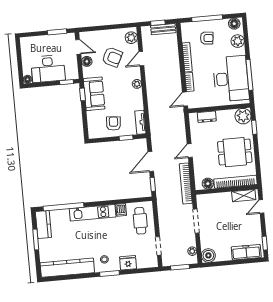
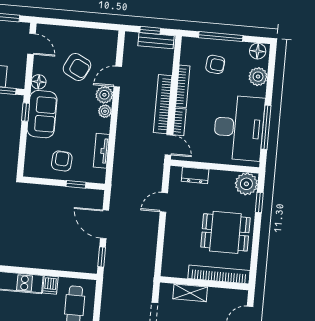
plant: (131, 38) -> (104, 95), moved
floor lamp: (87, 61) -> (39, 82), moved
door: (185, 99) -> (169, 145), swing flipped
tv unit: (140, 122) -> (101, 151), moved
door: (190, 151) -> (164, 202), moved
door: (151, 162) -> (105, 224), hinge flipped
bookcase: (186, 183) -> (163, 104), moved
floor lamp: (208, 184) -> (179, 270), removed
shelving: (244, 196) -> (190, 293), moved

